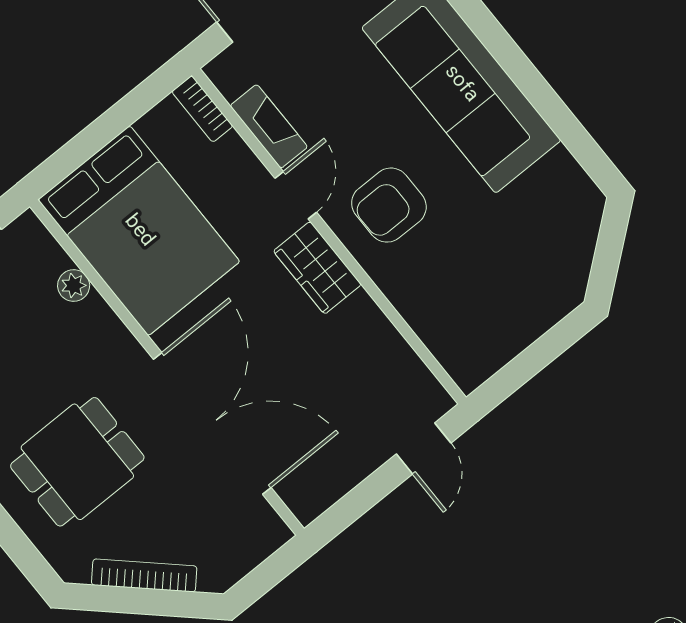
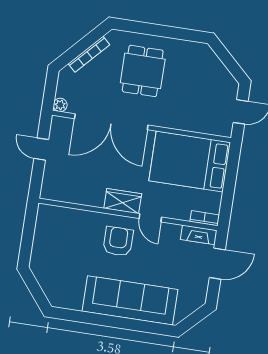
fireplace: (269, 126) -> (199, 235), moved
plant: (74, 286) -> (60, 105), moved
door: (424, 448) -> (41, 149), moved

